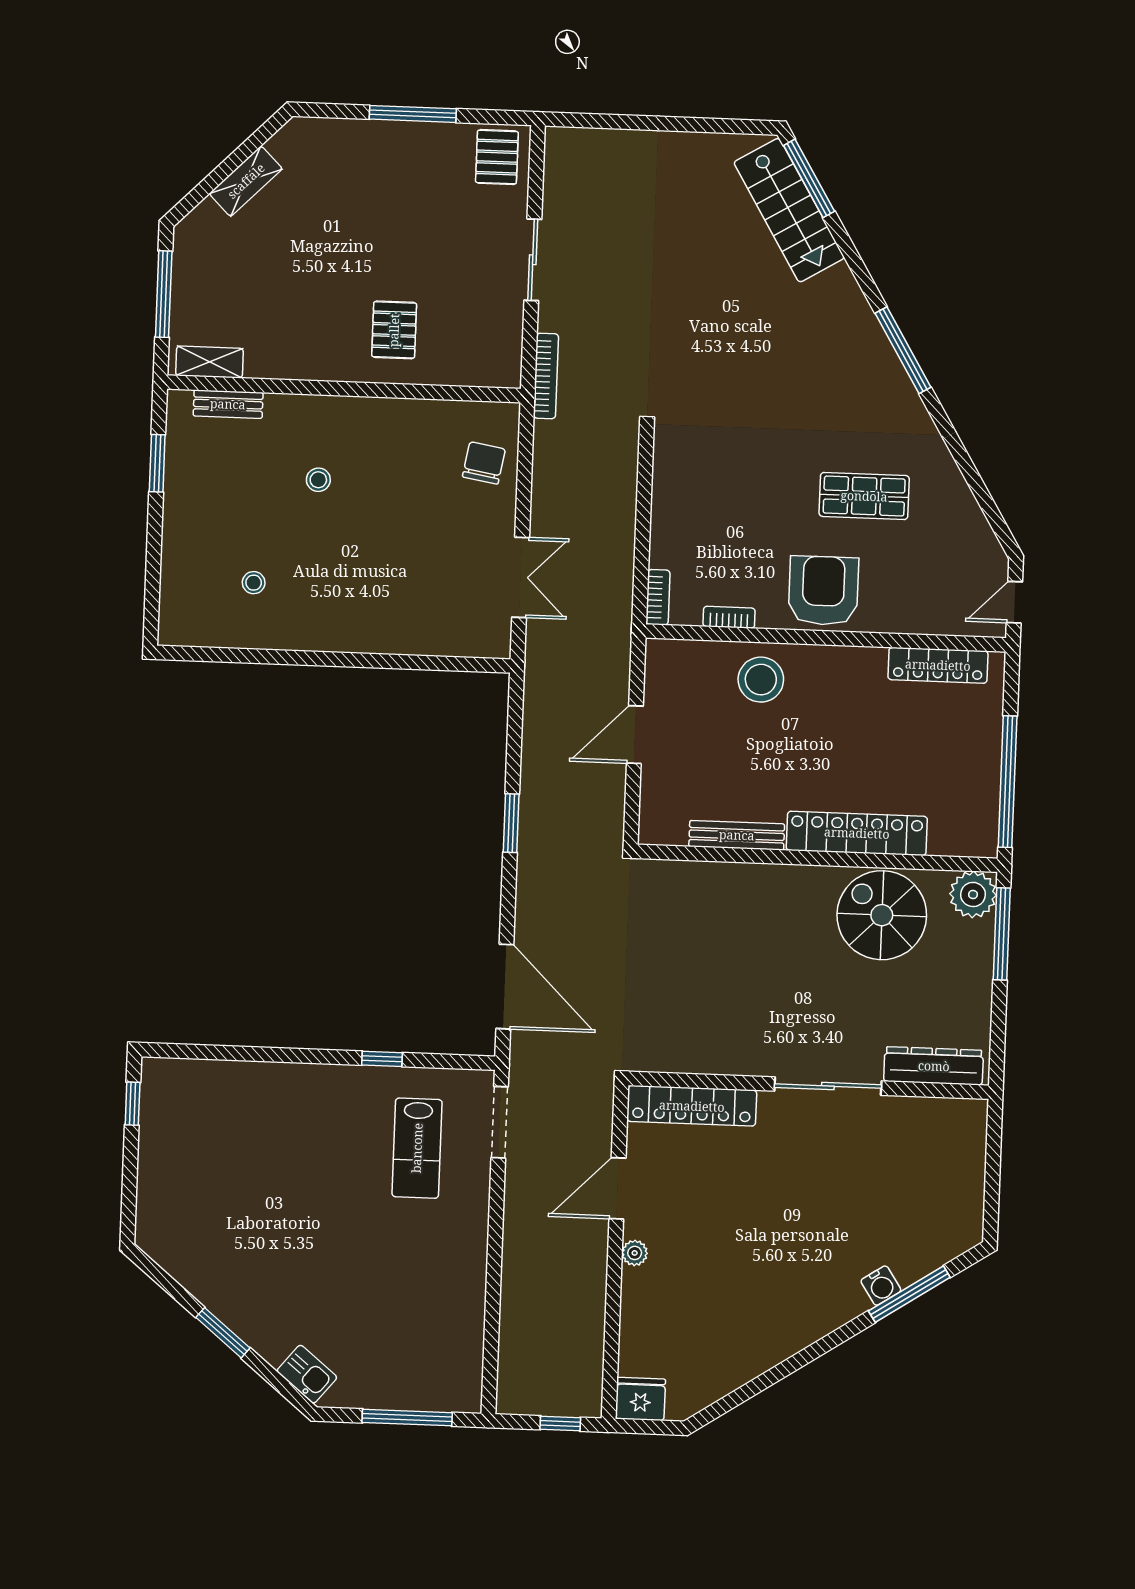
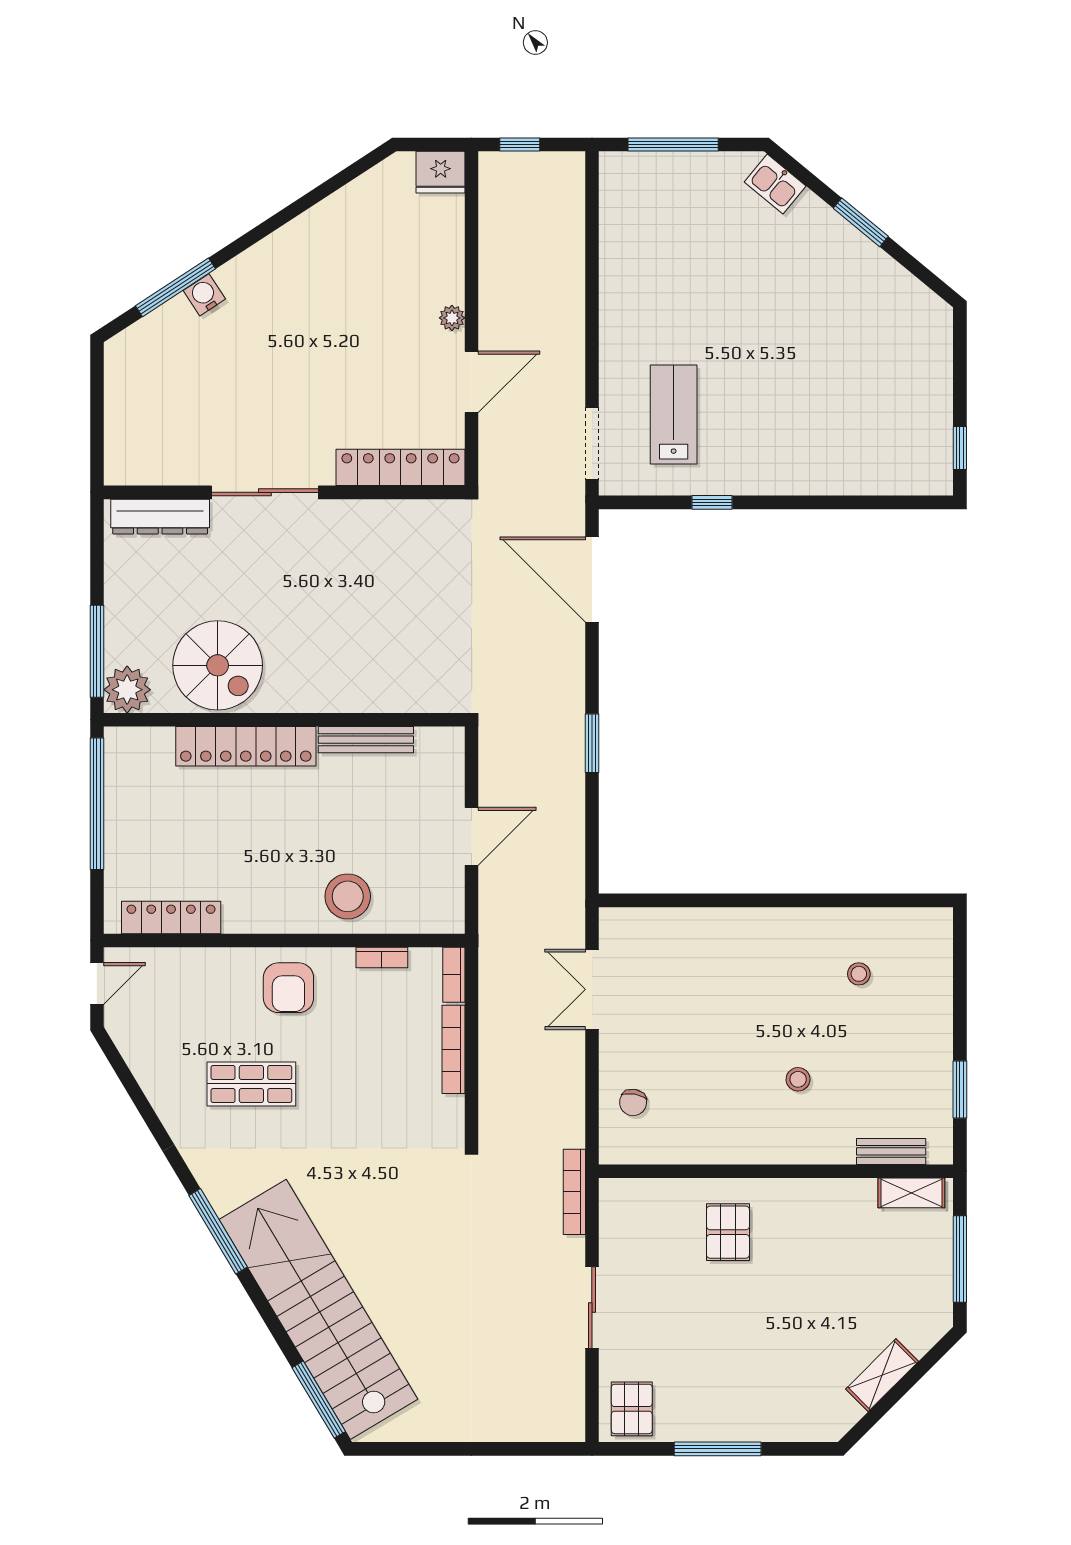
stairs: (789, 210) -> (318, 1309), width x1.86, depth x1.51
chair: (484, 463) -> (633, 1102), width x0.73, depth x0.73
bookcase: (661, 523) -> (453, 1049), added
armchair: (823, 591) -> (288, 988), width x0.73, depth x0.73

